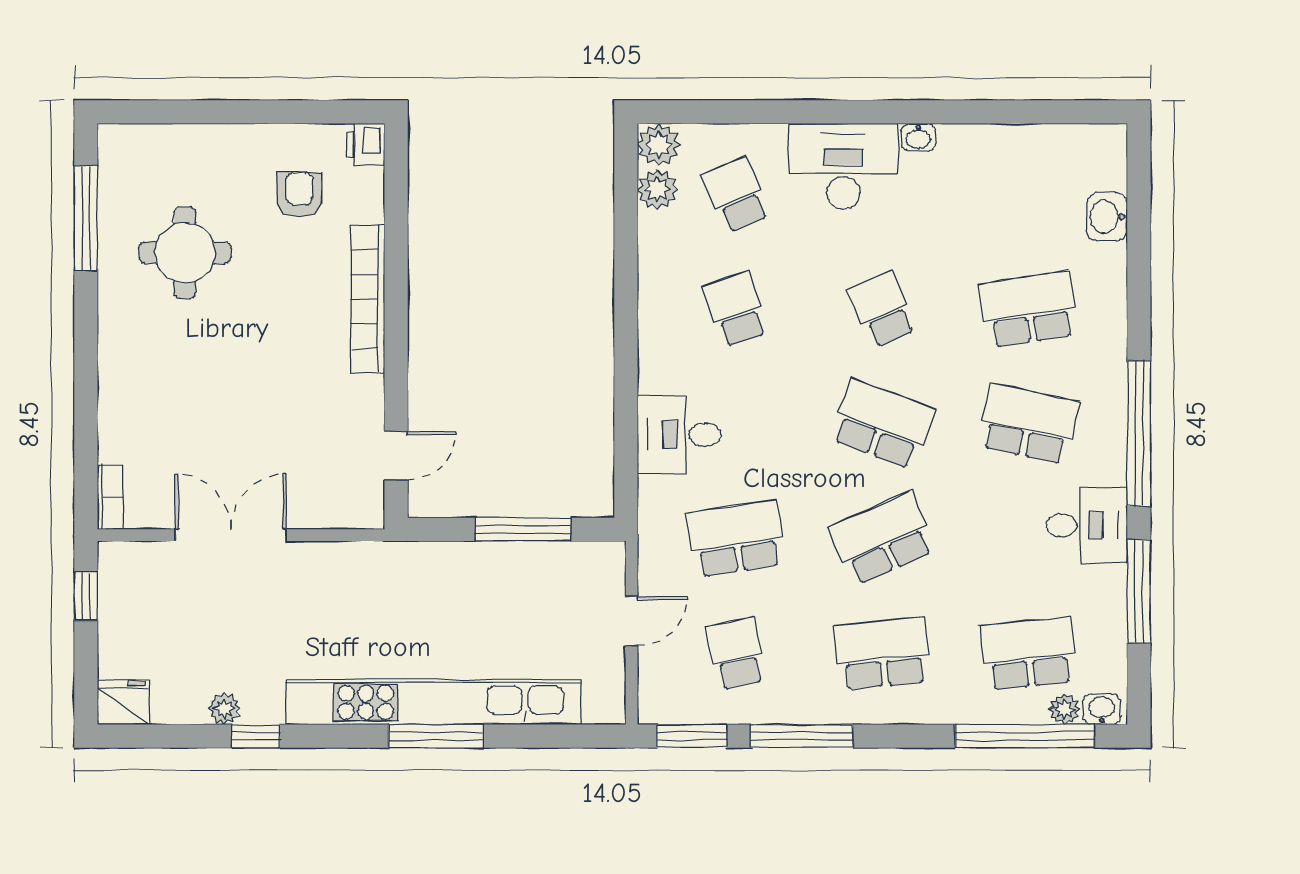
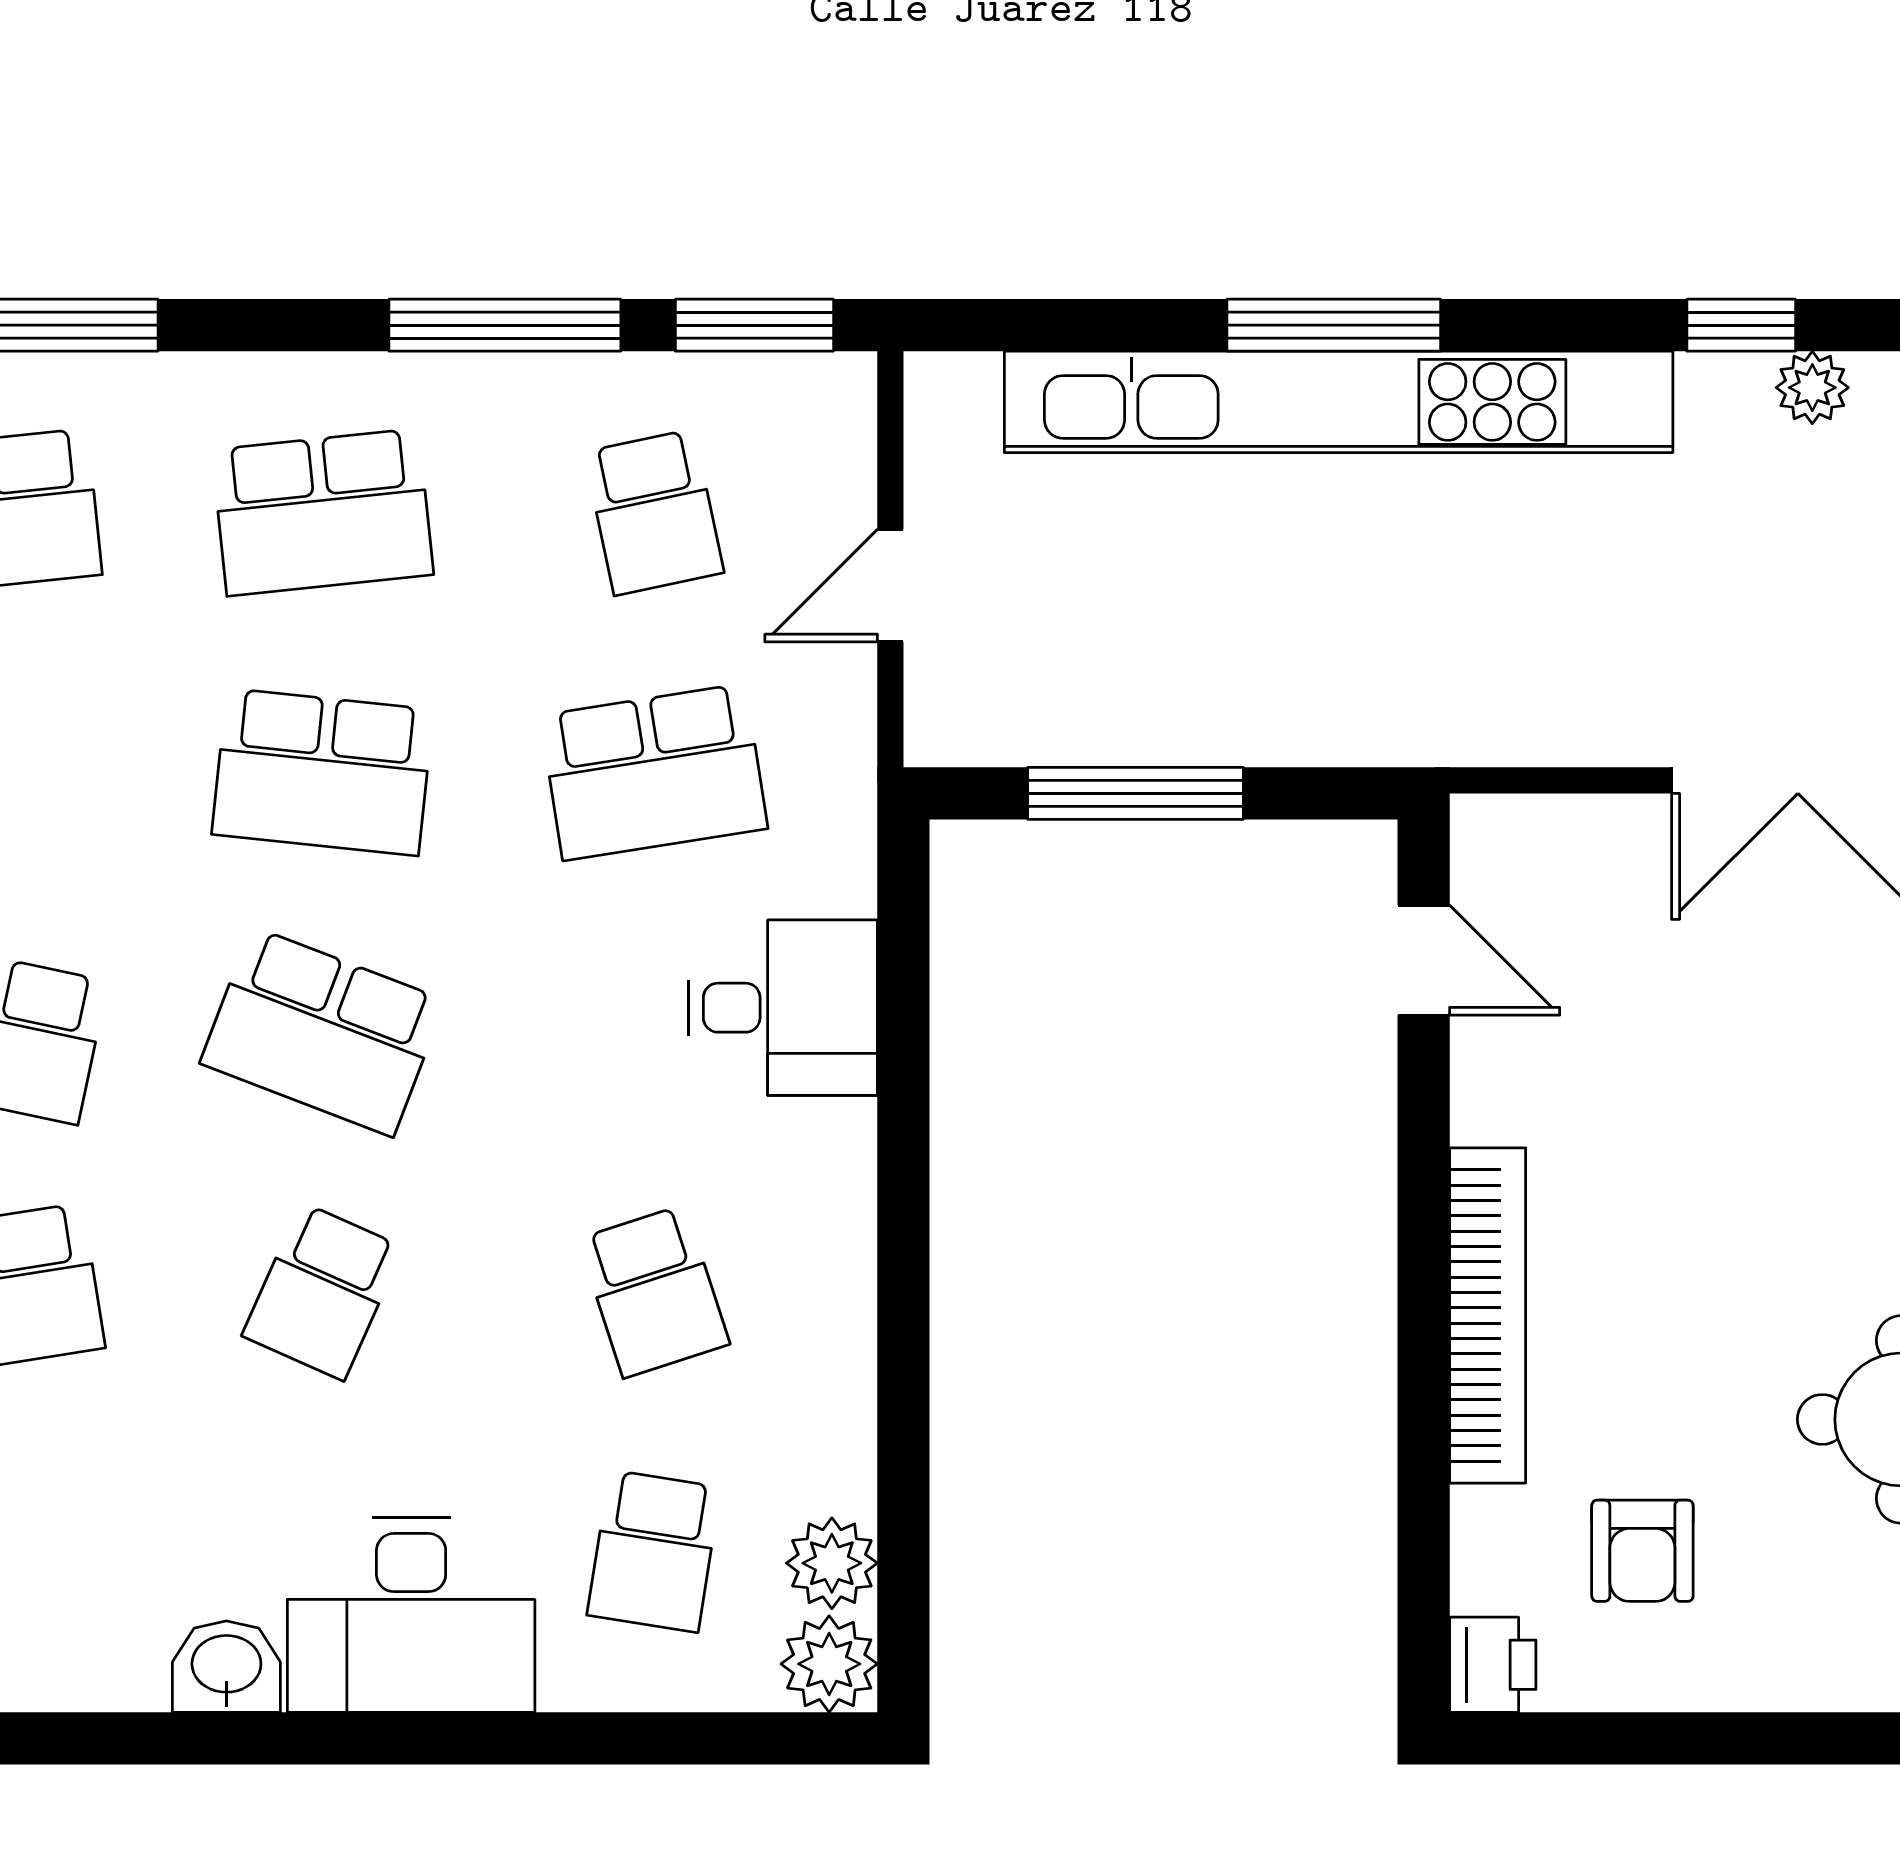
washbasin: (918, 137) -> (226, 1667), width x1.38, depth x1.45
school desk: (736, 195) -> (654, 1551), turned 33
school desk: (882, 309) -> (323, 1291), turned 48
door: (396, 456) -> (1424, 960), swing flipped
school desk: (882, 539) -> (323, 772), turned 30

